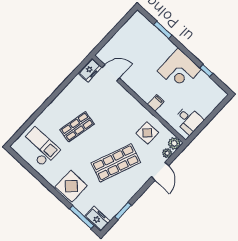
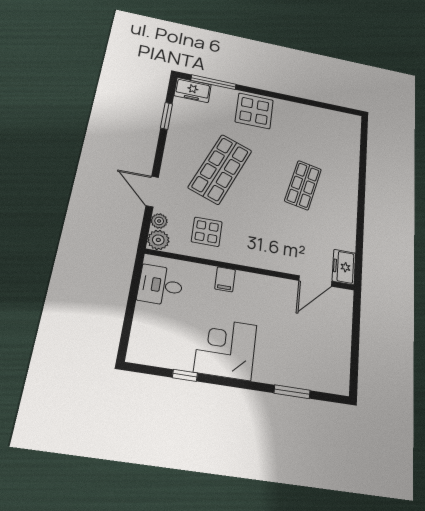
checkout: (40, 147) -> (328, 135), removed

